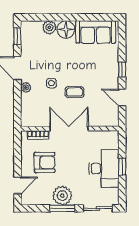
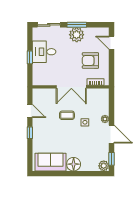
plant: (49, 27) -> (104, 166), moved
desk: (104, 169) -> (44, 52), width x0.73
door: (18, 185) -> (111, 43), hinge flipped

